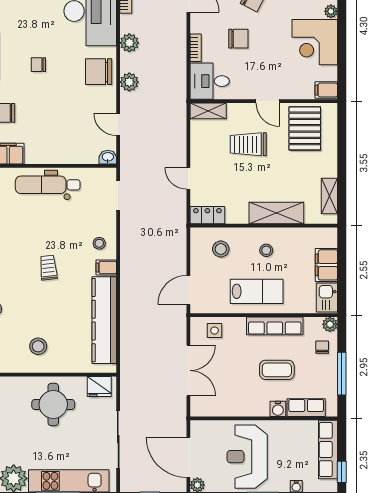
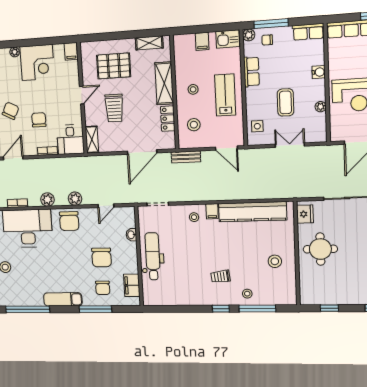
chair: (38, 65) -> (102, 257), moved, width x1.87, depth x1.87
pallet: (305, 128) -> (114, 66), moved
washbasin: (108, 157) -> (131, 235), moved
door: (188, 178) -> (142, 152), width x1.88
dental chair: (48, 185) -> (153, 256), turned 180
locker: (207, 215) -> (168, 119), moved
bench: (179, 237) -> (186, 157), added
filing cabinet: (326, 265) -> (202, 41), width x0.50
trolley: (48, 268) -> (220, 276), moved
row of seats: (275, 326) -> (251, 72), width x0.68
double door: (188, 370) -> (290, 145), width x0.73
coffee table: (277, 370) -> (285, 102), moved
window: (342, 374) -> (271, 24), moved
row of seats: (306, 408) -> (308, 32), moved, turned -90
plant: (235, 410) -> (321, 107), added

